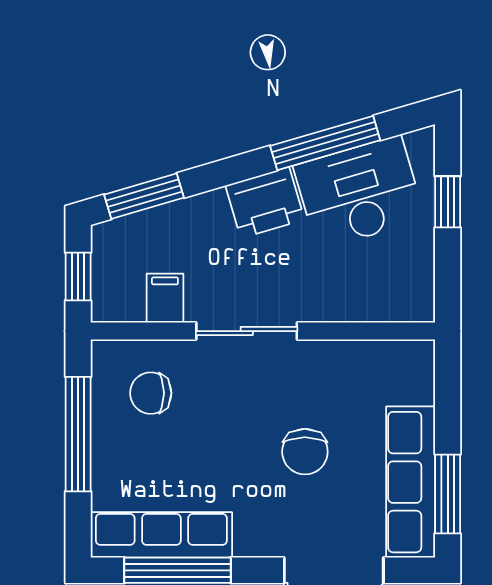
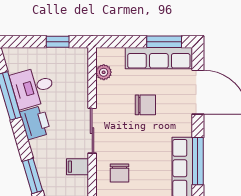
desk: (359, 192) -> (33, 87), width x0.73
window: (448, 202) -> (58, 42), moved
plant: (379, 357) -> (104, 72), added

